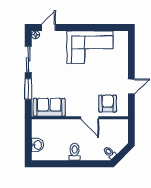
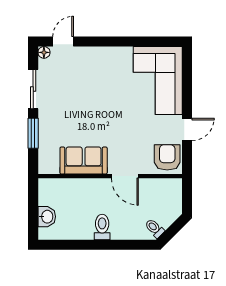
corner sofa: (90, 47) -> (158, 81), moved, turned 90
armchair: (108, 103) -> (167, 157), moved
sofa: (49, 107) -> (84, 160), moved

